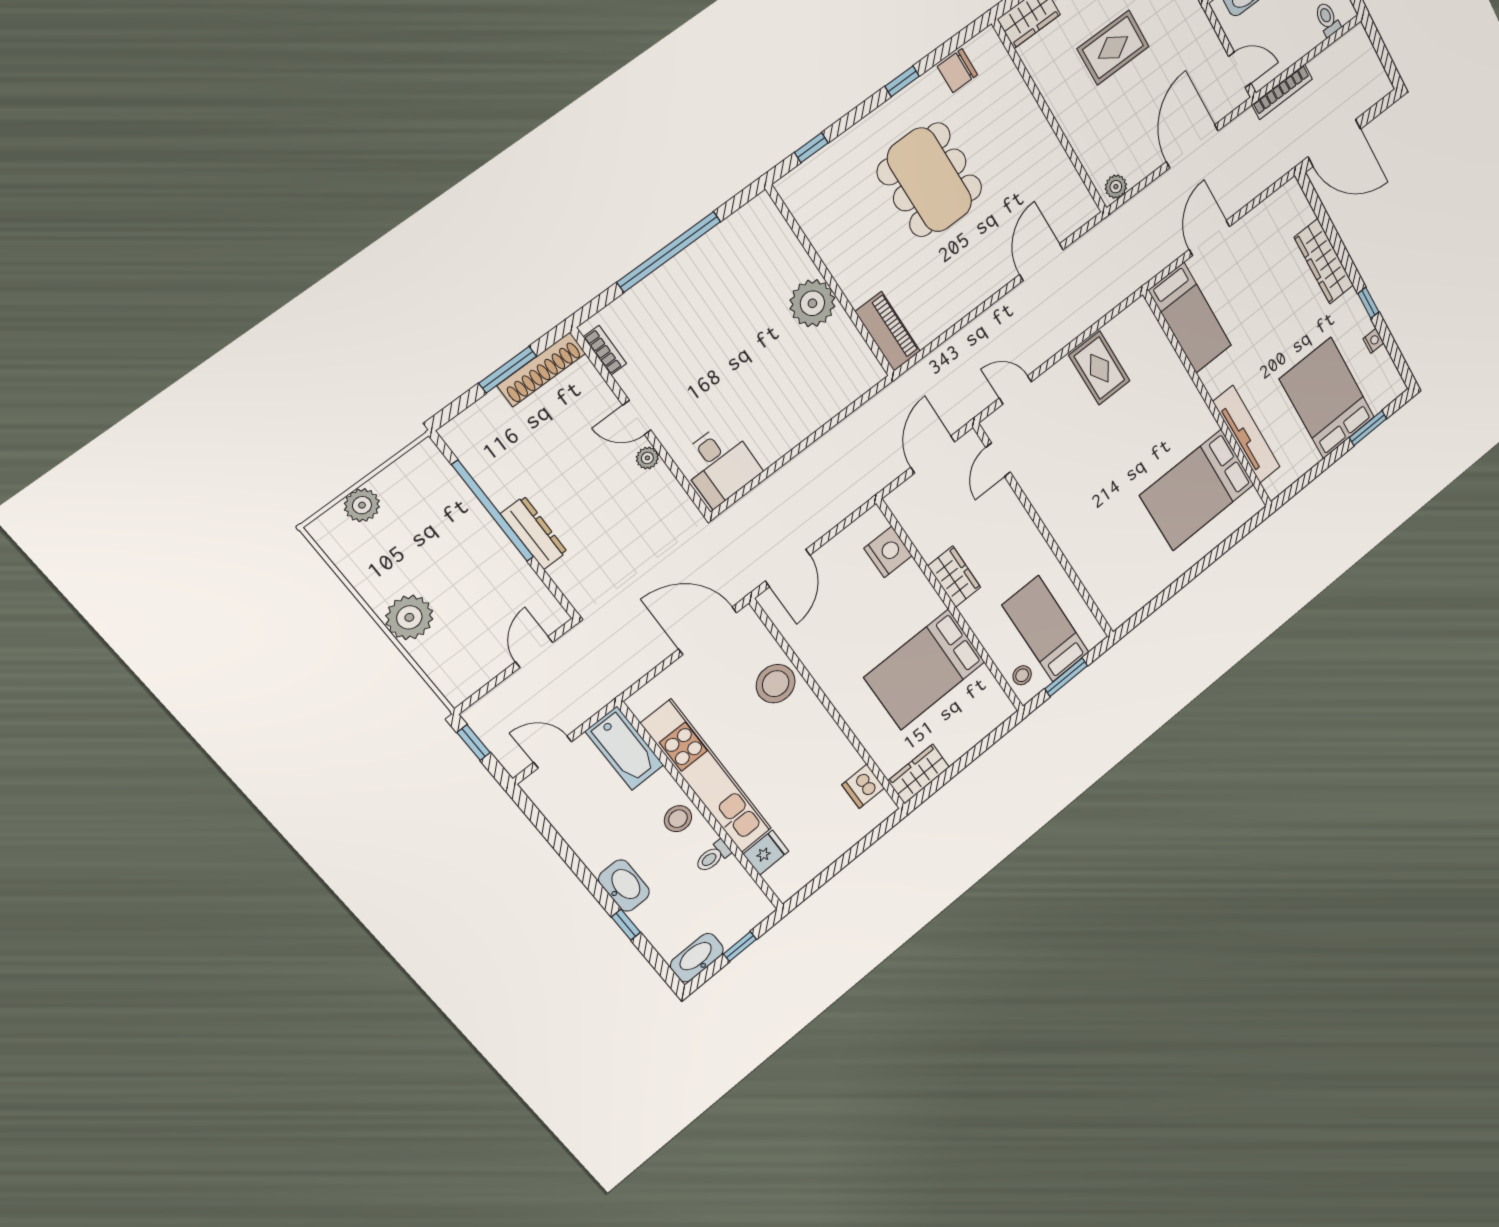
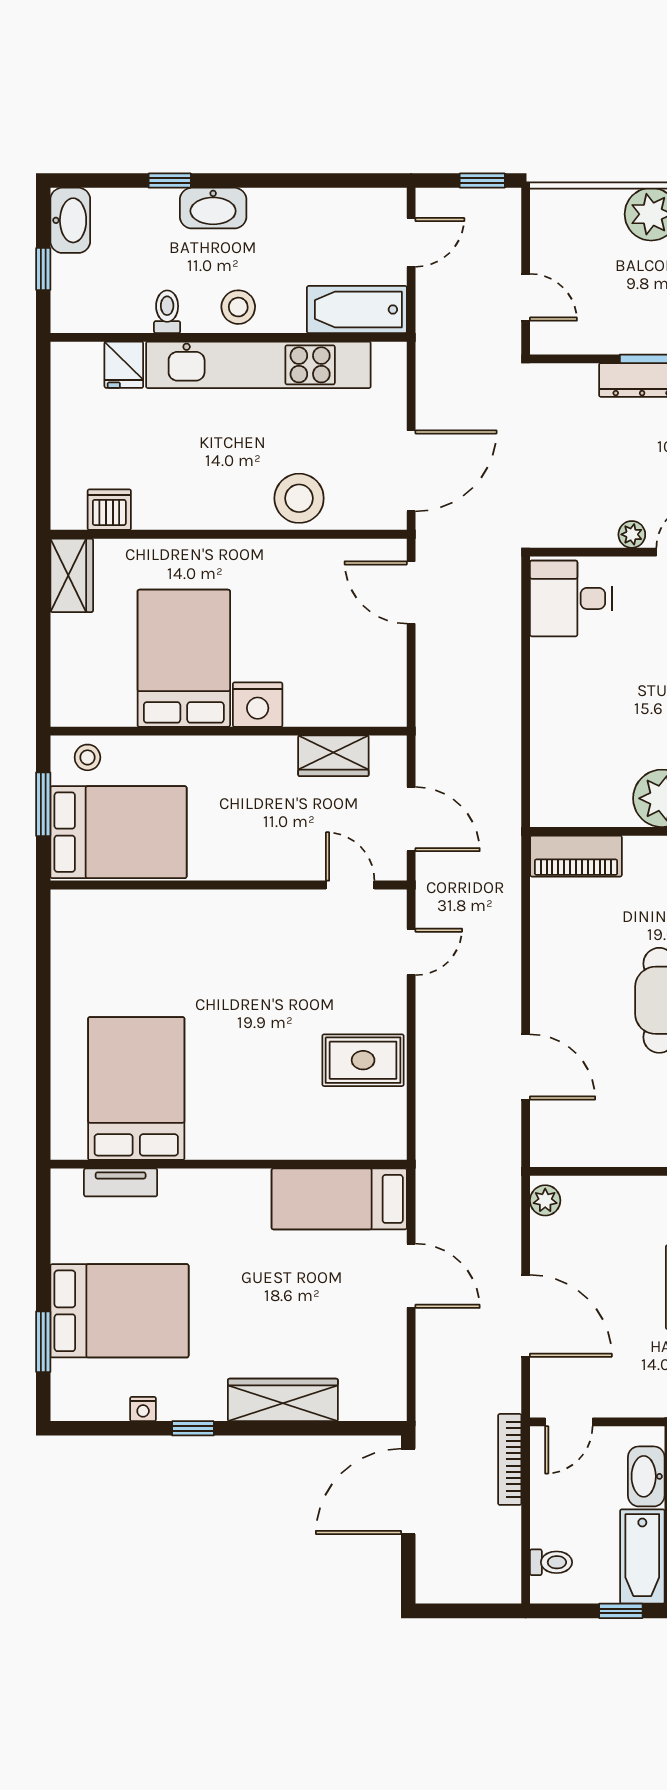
tv unit: (1247, 434) -> (121, 1182), width x0.52, depth x0.78
nightstand: (888, 552) -> (258, 705), moved
wardrobe: (954, 577) -> (333, 756), moved
bed: (1046, 629) -> (118, 832), width x1.50

